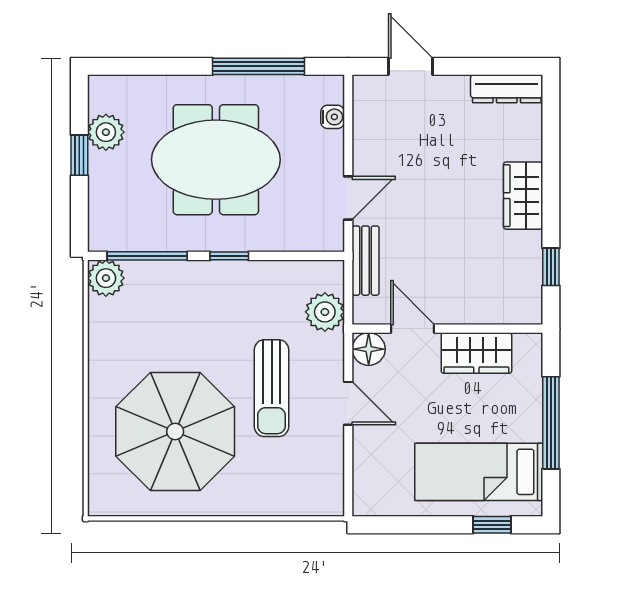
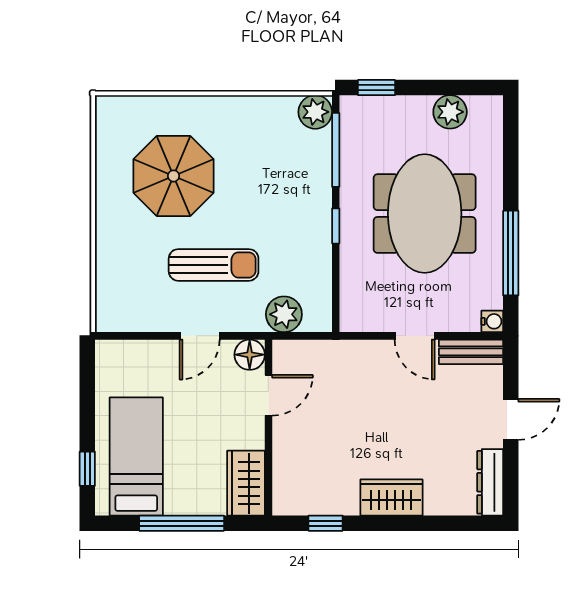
door: (410, 66) -> (511, 419), moved
water cooler: (333, 117) -> (492, 321), moved, turned -90
window: (79, 155) -> (376, 88), moved
door: (348, 198) -> (415, 336), moved
bench: (366, 261) -> (471, 352), moved
wardrobe: (476, 353) -> (246, 483), moved
sun lounger: (272, 388) -> (214, 265), turned 180
parasol: (175, 431) -> (174, 176), width x0.73, depth x0.73

